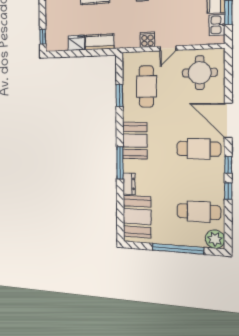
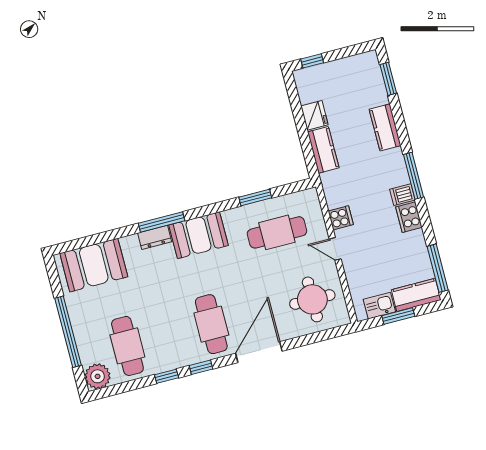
dresser: (129, 184) -> (155, 237), moved

